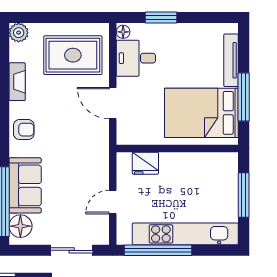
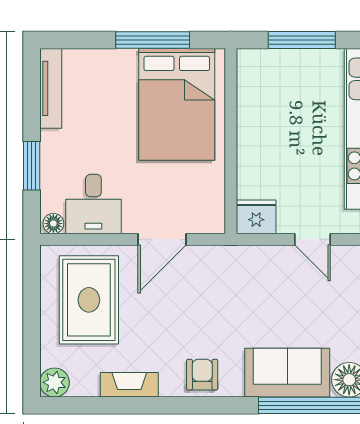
tv unit: (231, 60) -> (51, 88), moved, turned -90
fridge: (145, 163) -> (256, 217), moved, turned -90

